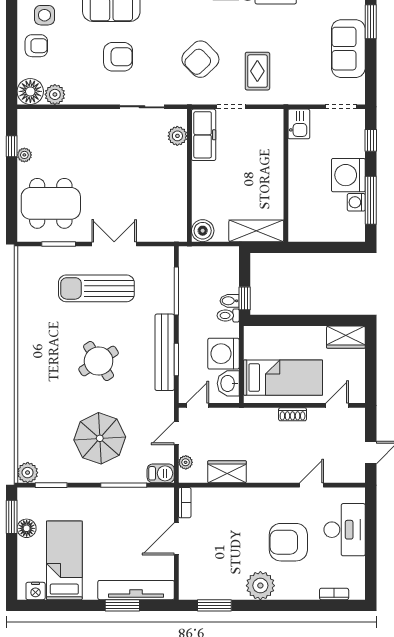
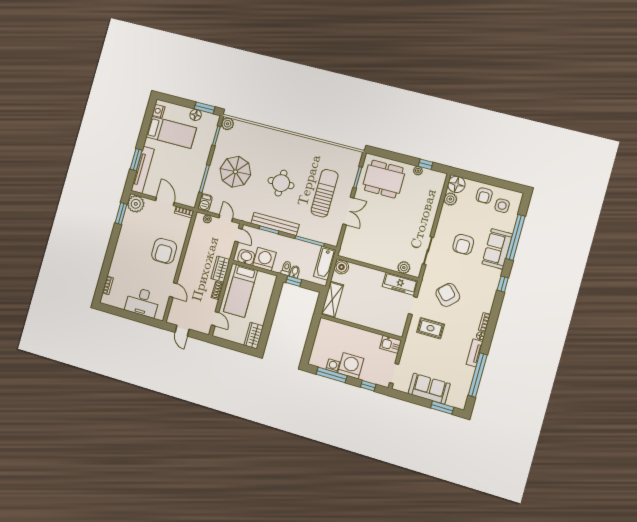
dining table: (51, 203) -> (384, 179), turned 90
bathtub: (204, 258) -> (325, 263), added
round table: (99, 361) -> (281, 183), turned 33
wardrobe: (227, 472) -> (221, 269), moved, turned 180
armchair: (288, 542) -> (164, 251), moved, turned 180
plant: (260, 586) -> (136, 204), moved

